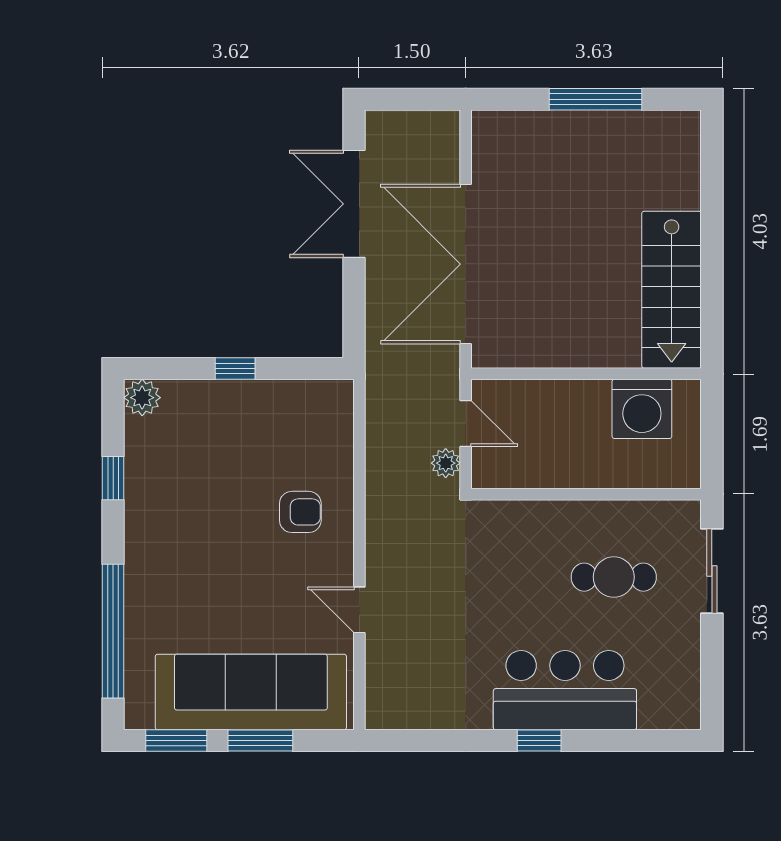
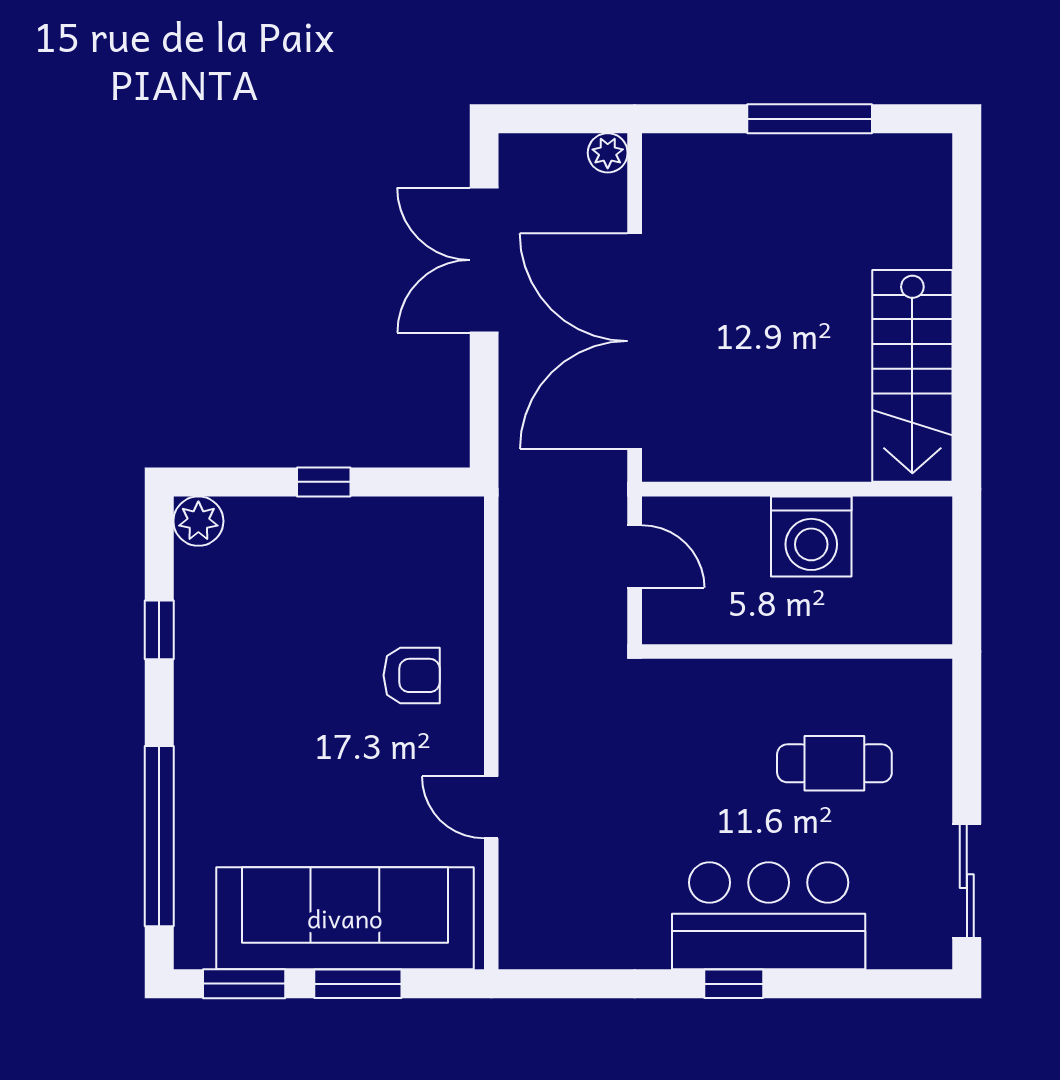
washing machine: (642, 409) -> (811, 536), moved
plant: (446, 463) -> (608, 153), moved
sliding door: (712, 571) -> (967, 881), moved

